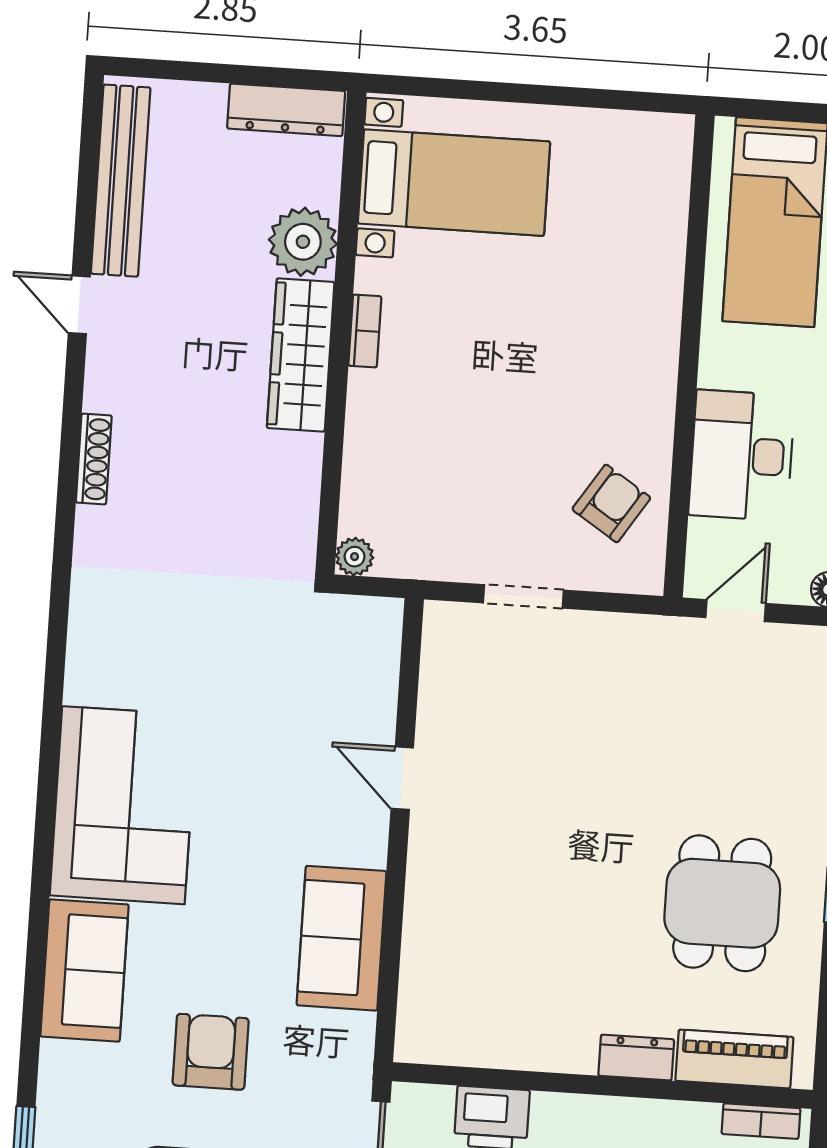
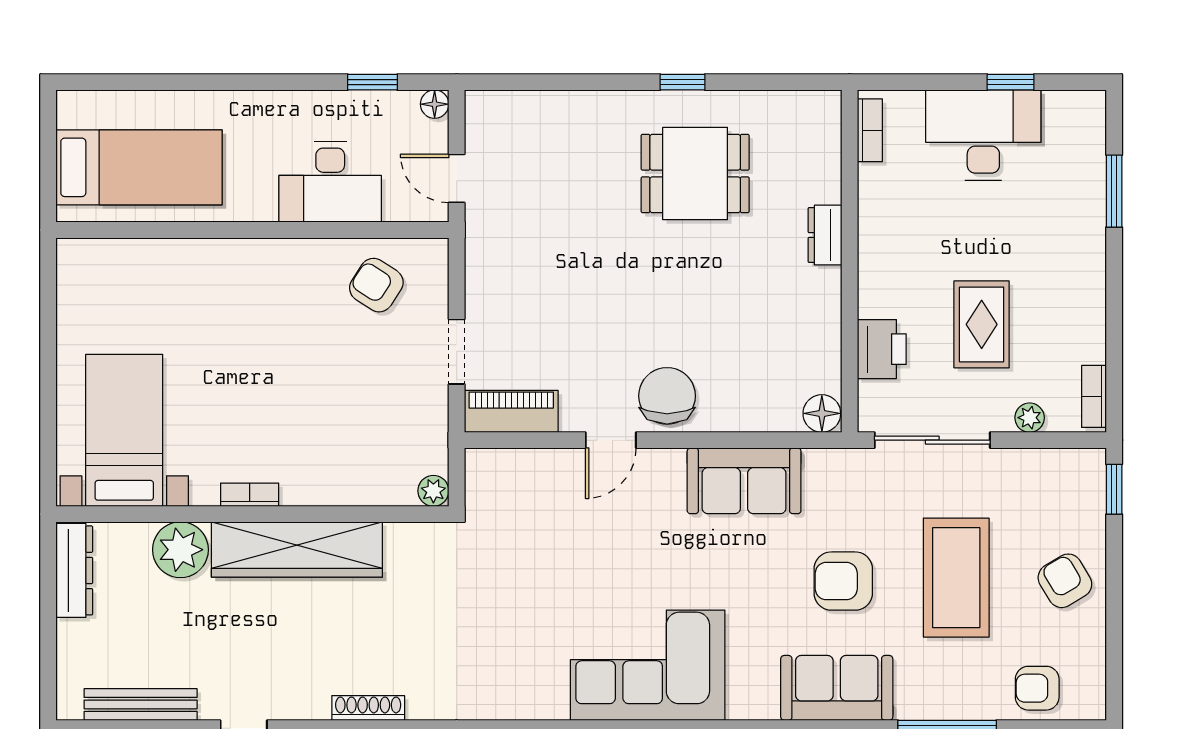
bench: (121, 181) -> (141, 704), width x0.73, depth x0.82
wardrobe: (301, 355) -> (297, 550), width x1.40, depth x1.17
chair: (452, 851) -> (667, 396), added
sofa: (84, 971) -> (837, 688), moved
floor lamp: (418, 1039) -> (822, 413), added
piano: (734, 1059) -> (511, 411), moved, turned 90

